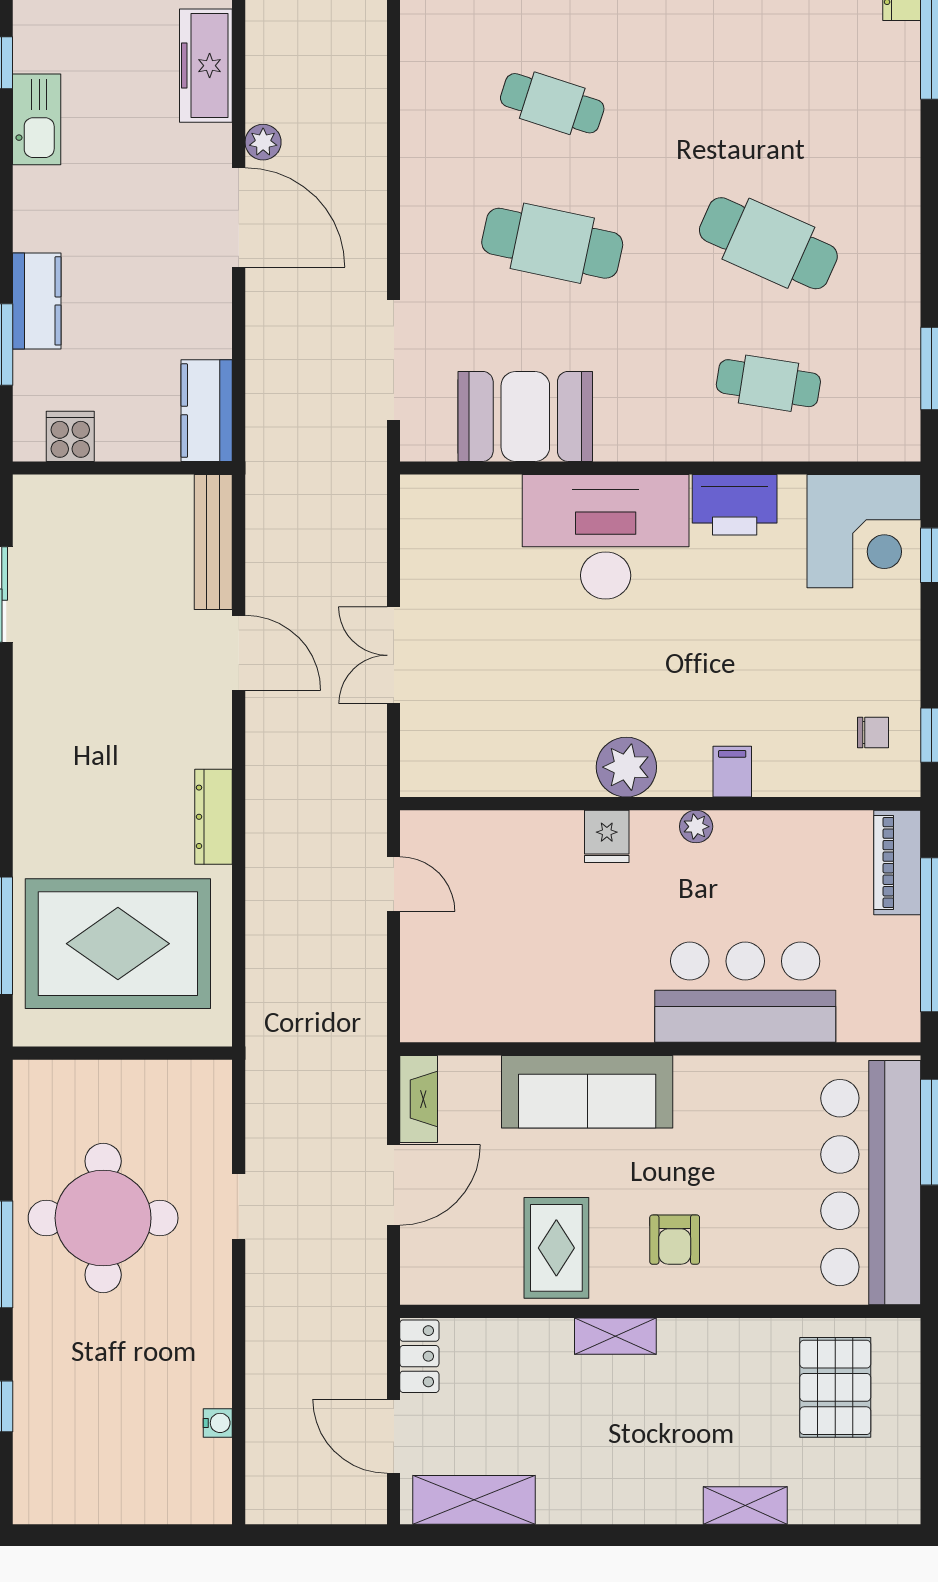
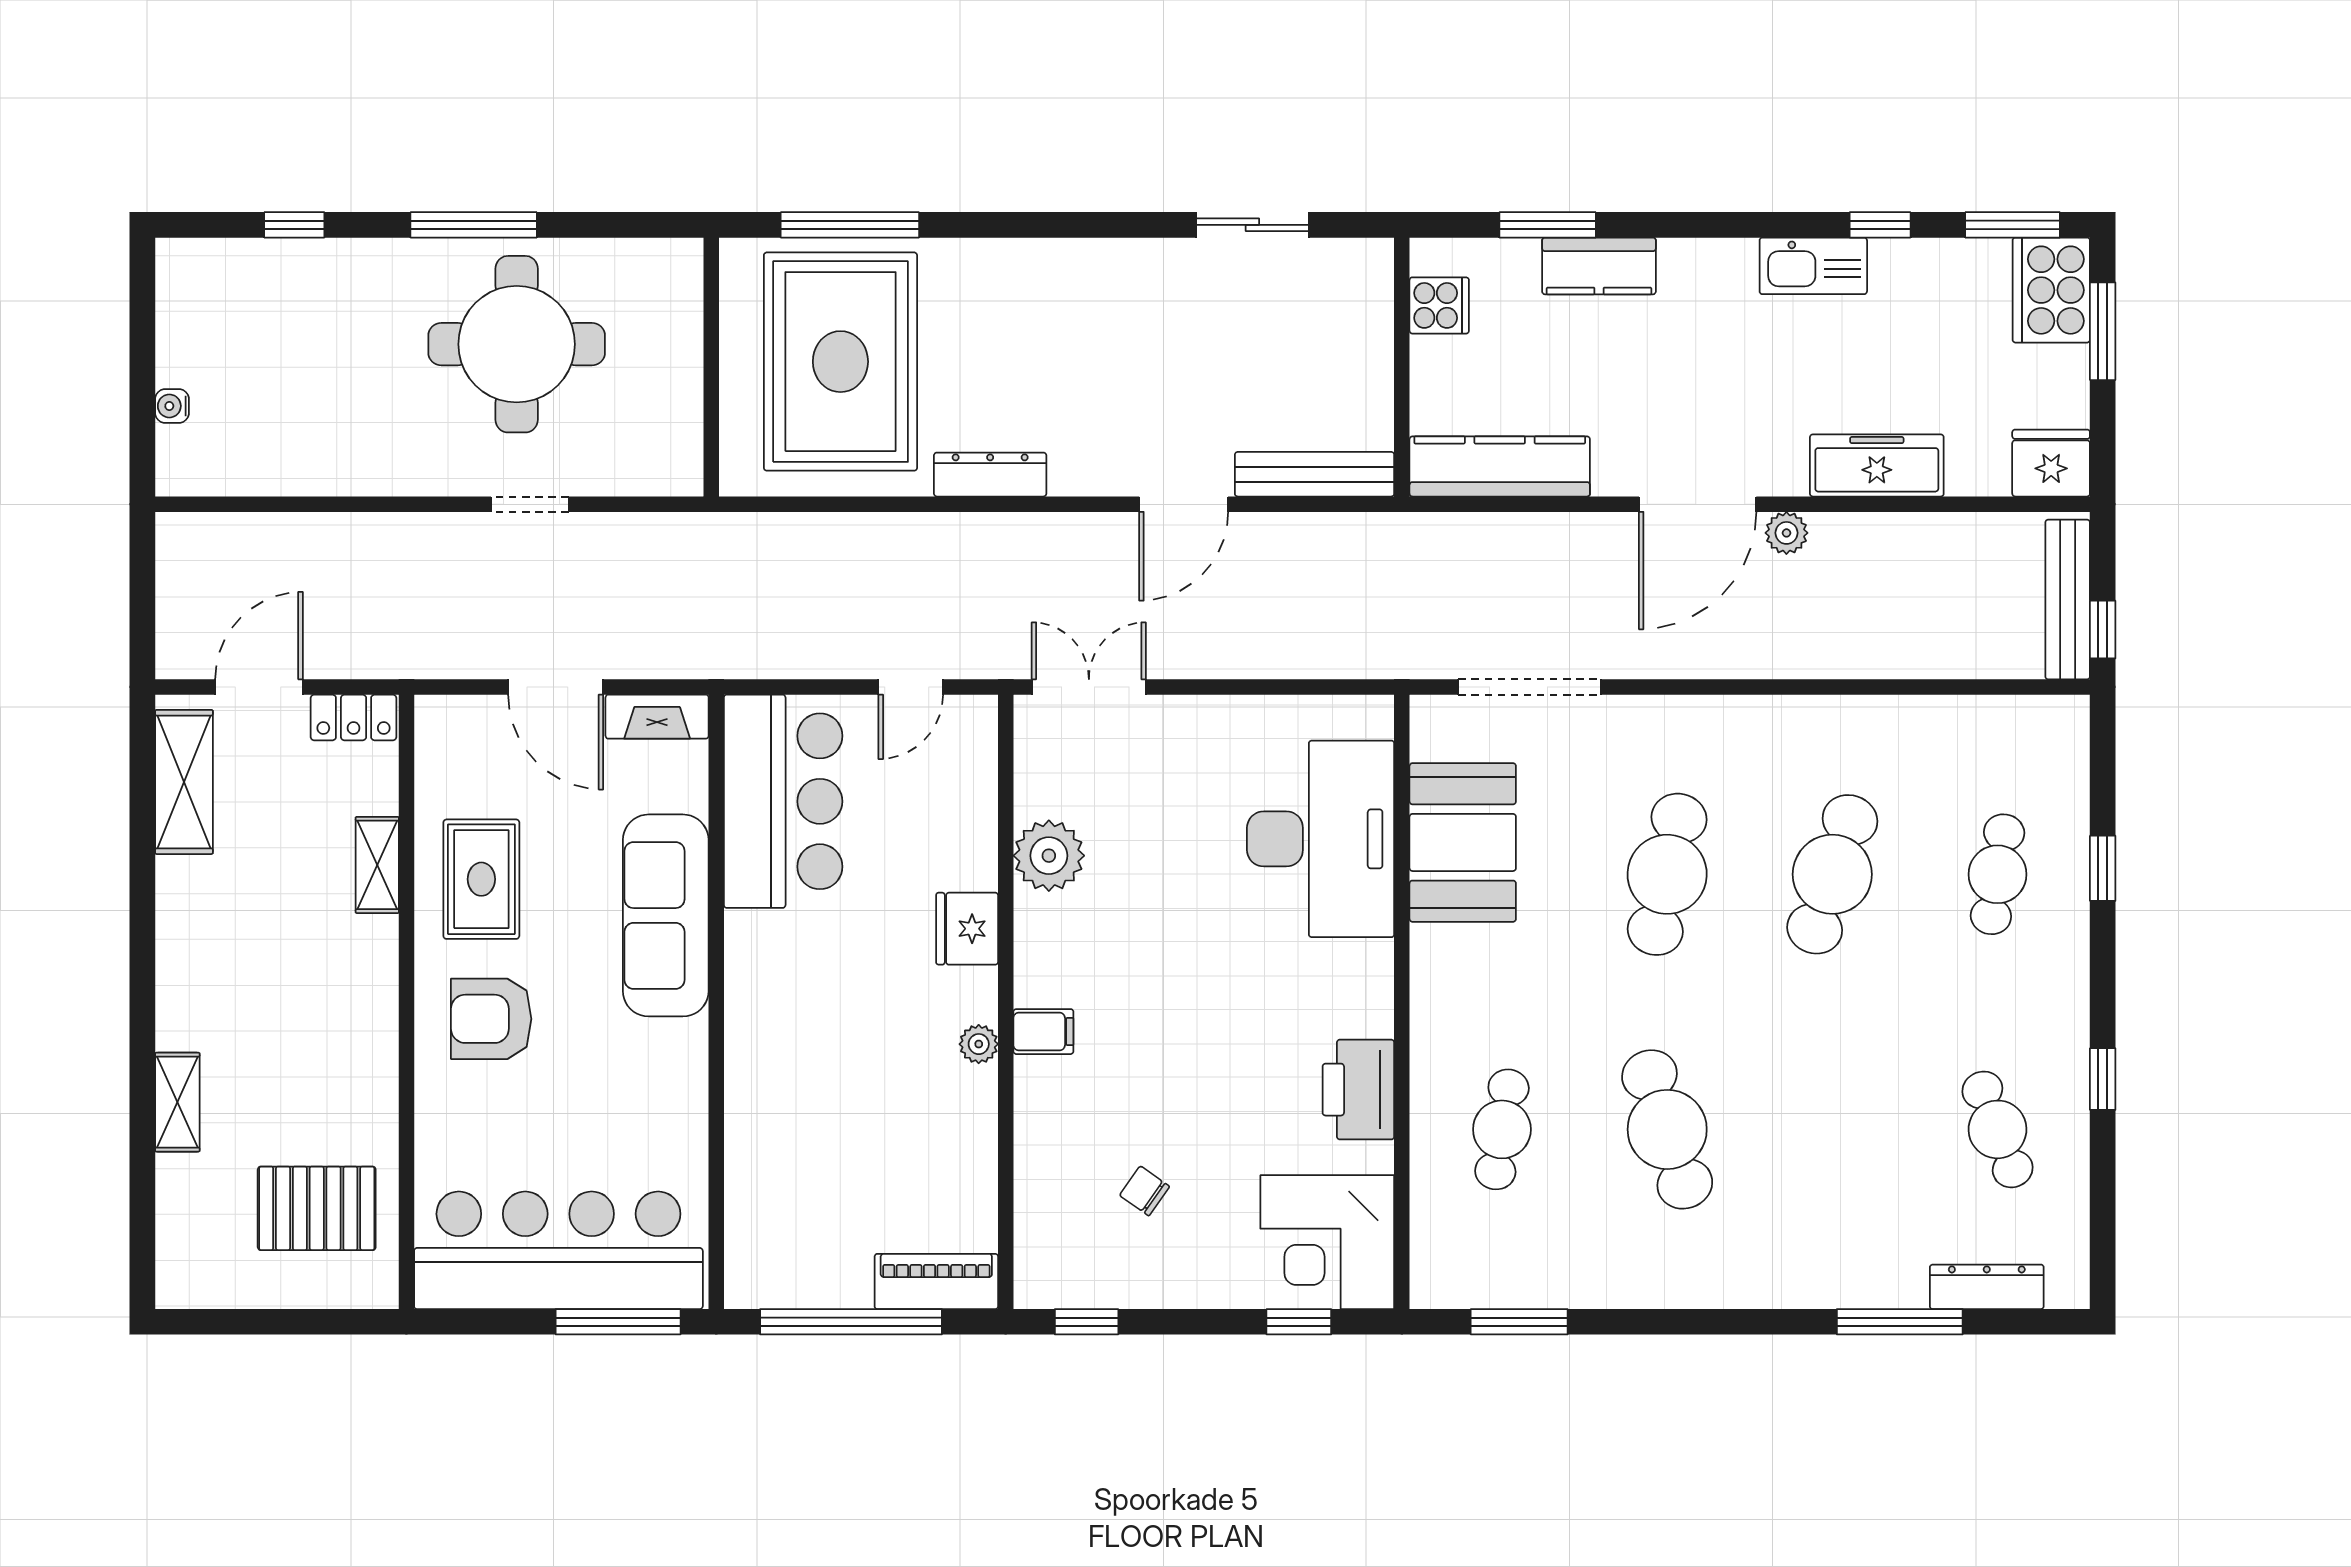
cafe table: (552, 103) -> (1832, 874), width x1.37, depth x1.35
cafe table: (768, 243) -> (1667, 1129), turned -42
kitchen counter: (207, 411) -> (1500, 466), width x1.50
desk: (606, 537) -> (1321, 839), moved
double door: (394, 655) -> (1089, 687), moved
chair: (873, 733) -> (1144, 1191), moved, turned 125
plant: (626, 767) -> (1049, 856), moved
filing cabinet: (732, 772) -> (1043, 1032), moved
fridge: (607, 836) -> (967, 929), width x1.38
bar counter: (745, 992) -> (783, 801), moved
armchair: (675, 1240) -> (491, 1019), width x1.38, depth x1.38
rug: (556, 1248) -> (481, 879), turned 90
shelving: (615, 1336) -> (377, 865), moved
water cooler: (218, 1423) -> (172, 406), moved, turned 90

